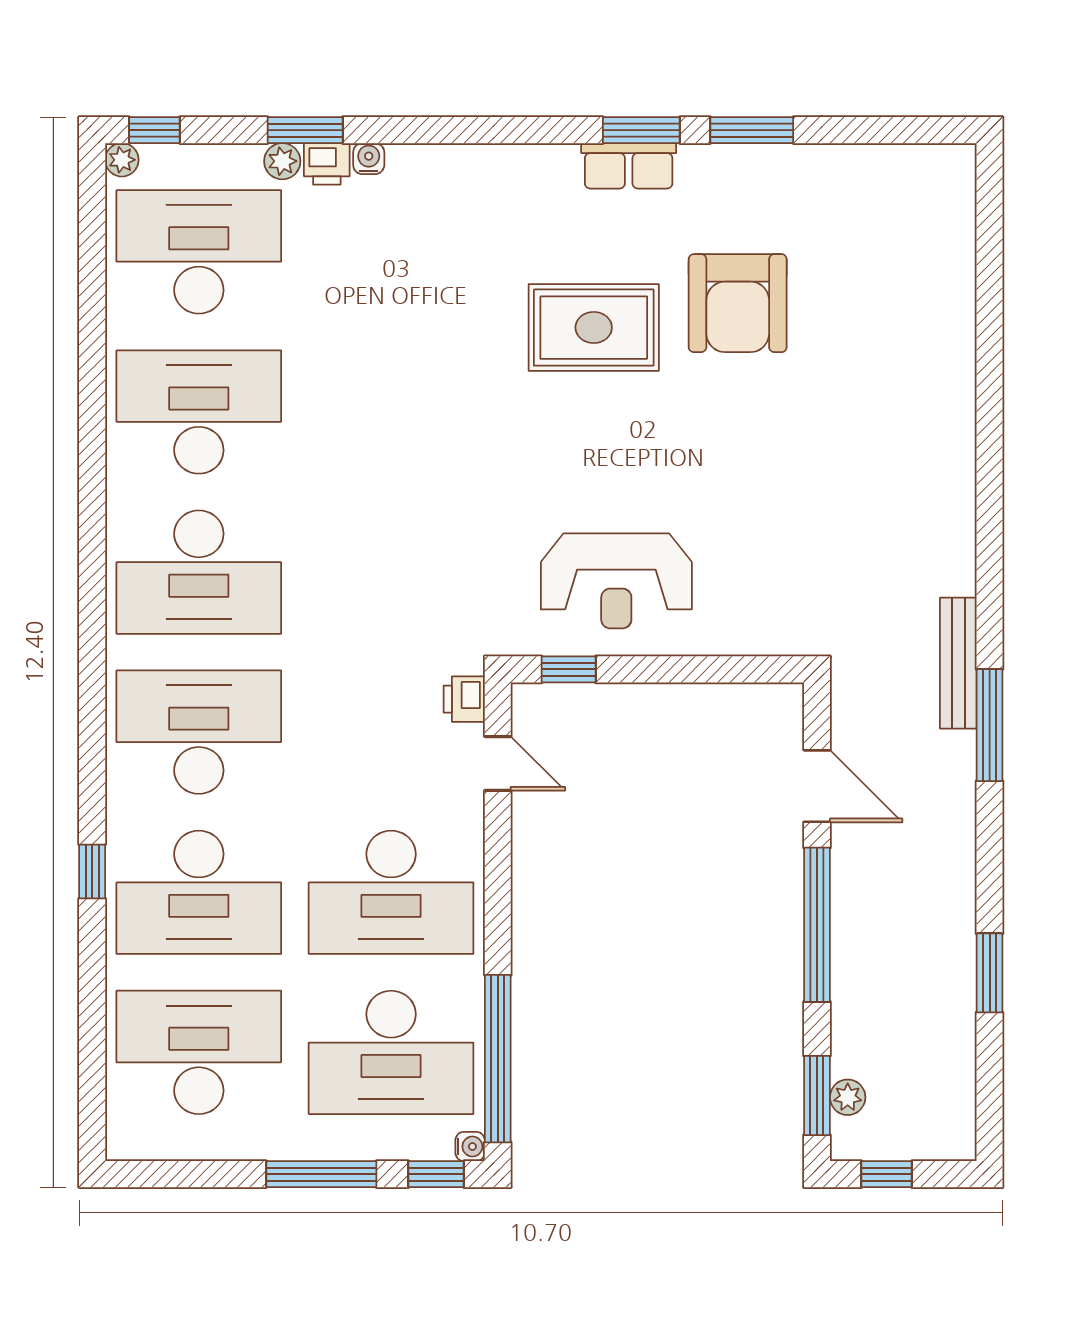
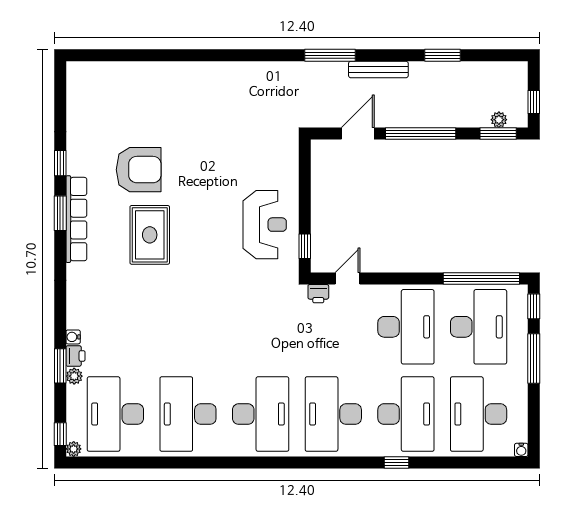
window: (752, 130) -> (60, 163), width x0.67
row of seats: (629, 166) -> (76, 219), width x2.02
bench: (958, 663) -> (378, 69), moved
water cooler: (470, 1147) -> (521, 450), moved, turned 180

